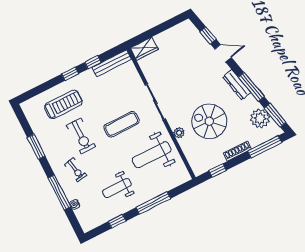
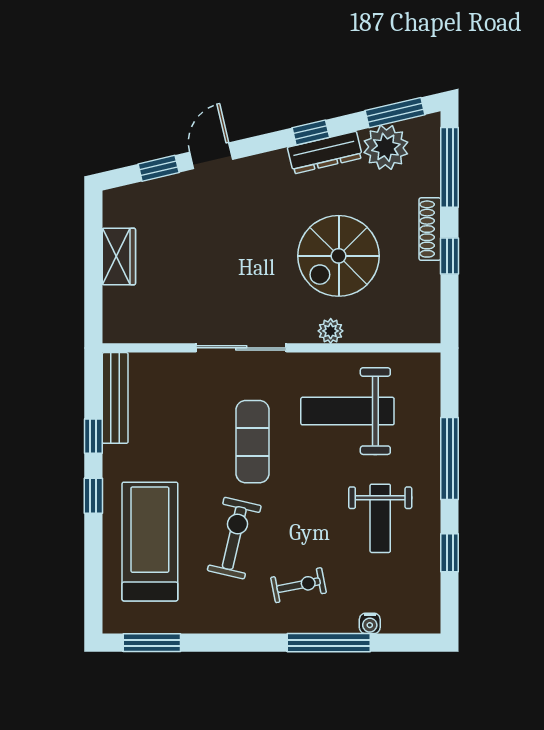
wardrobe: (144, 49) -> (119, 257), moved
dresser: (237, 85) -> (325, 153), moved
window: (251, 87) -> (311, 132), width x0.46
treadmill: (63, 104) -> (150, 542), width x1.37, depth x1.38
exercise bike: (81, 136) -> (234, 538), turned -77
window: (36, 147) -> (152, 643), moved
weight bench: (152, 155) -> (347, 411), turned 90
window: (218, 171) -> (450, 256), moved

